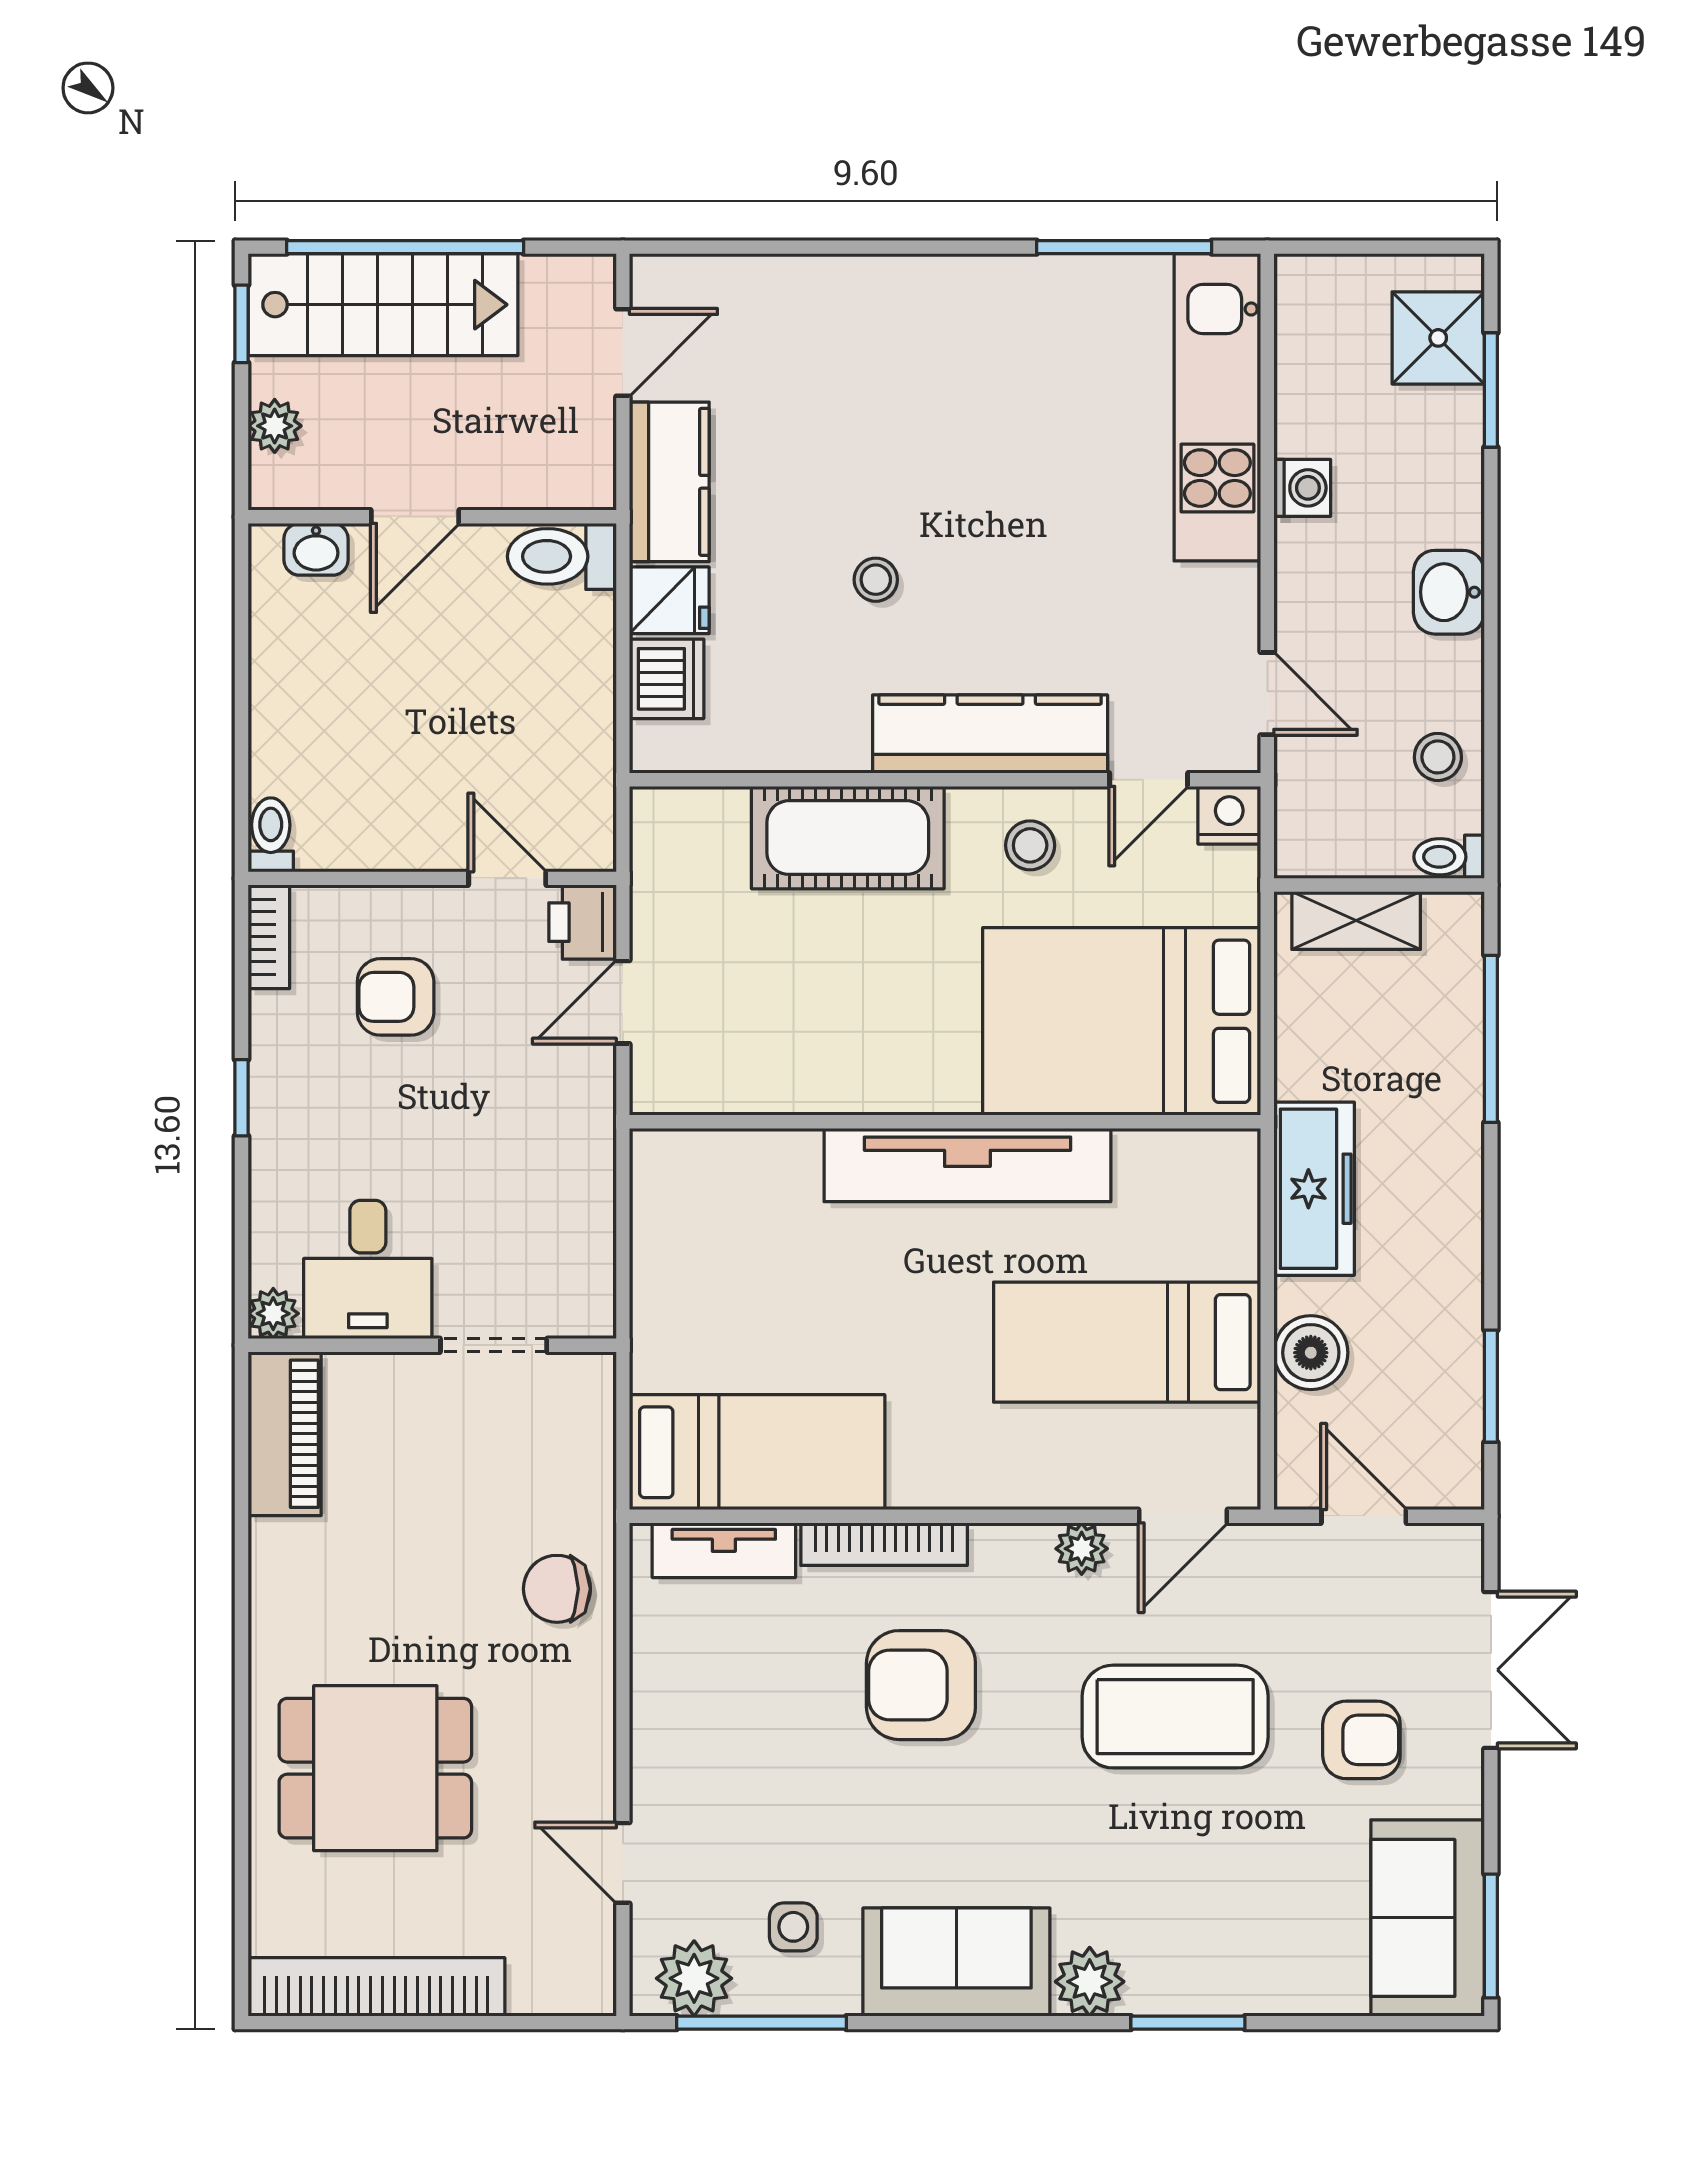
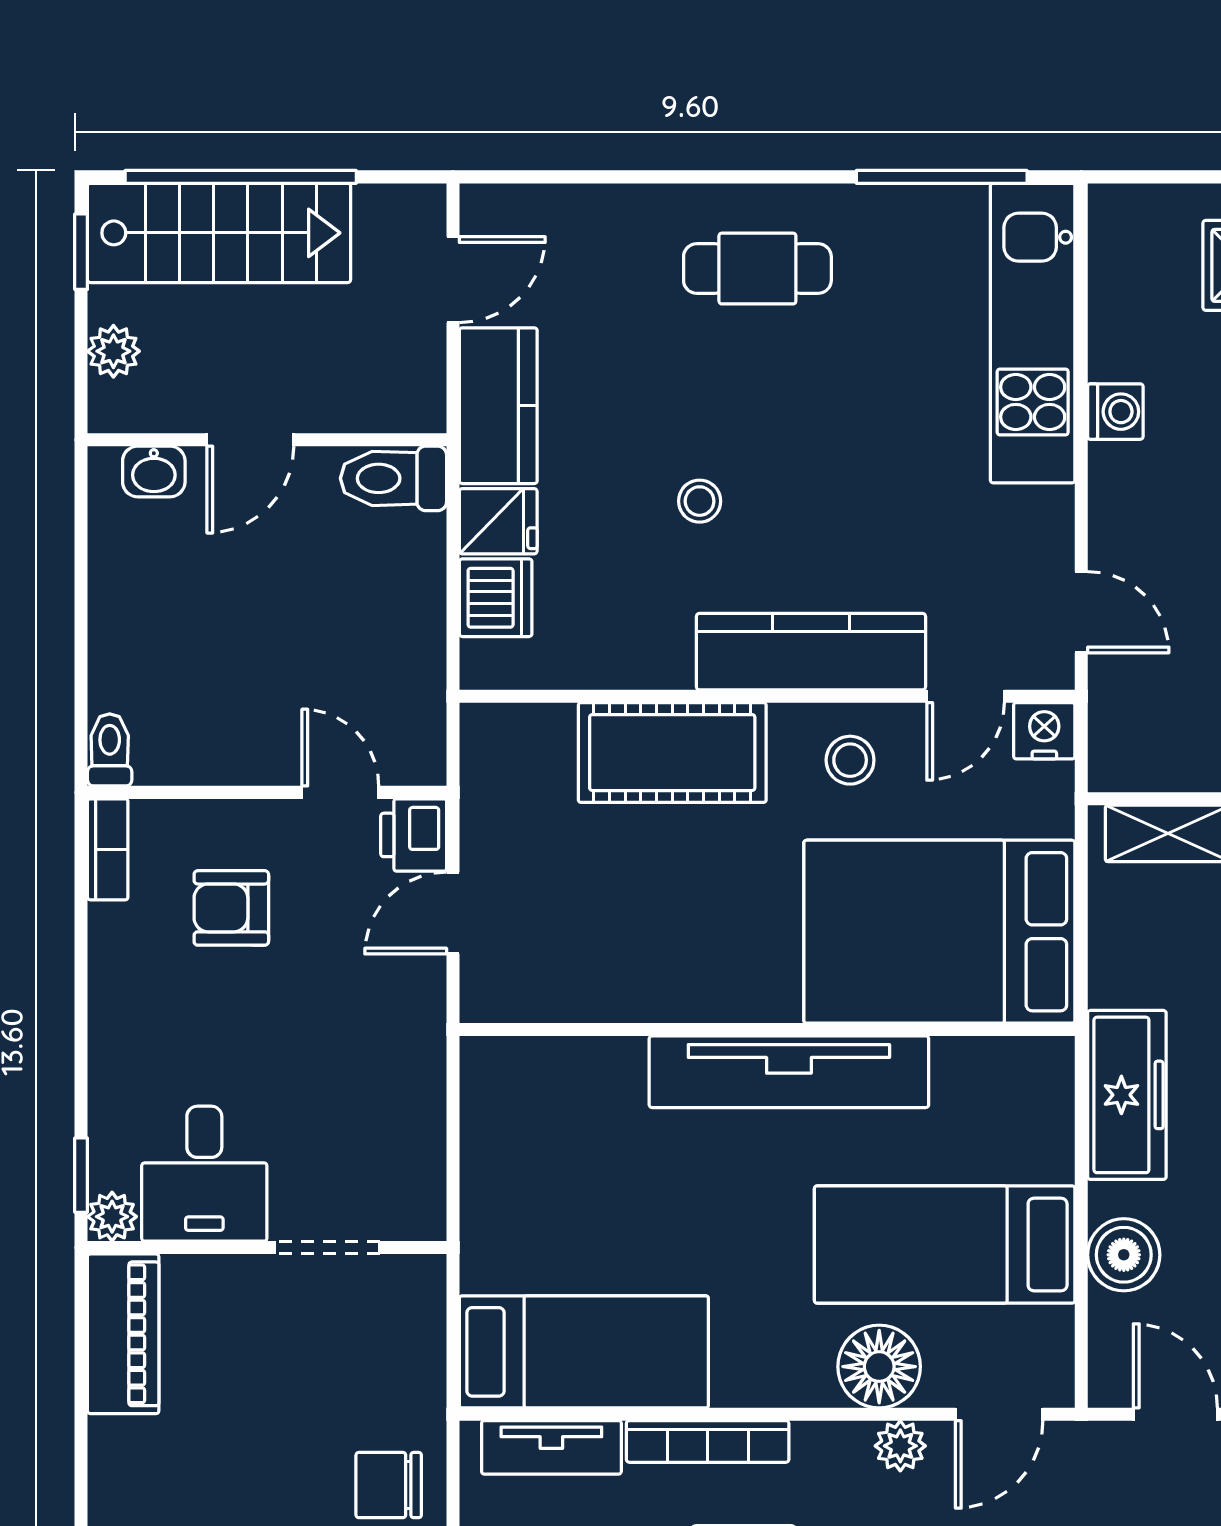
cafe table: (935, 341) -> (757, 269), added
window: (241, 1098) -> (81, 1175), moved
floor lamp: (1060, 1467) -> (879, 1367), added

